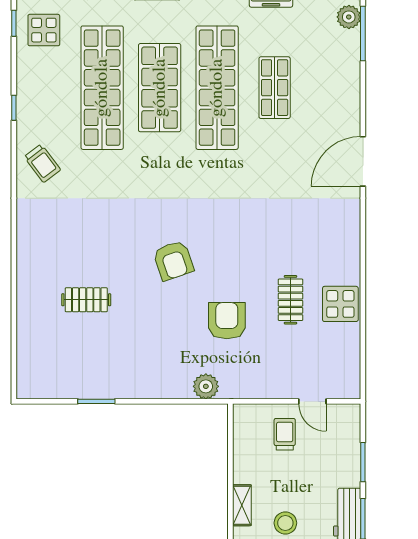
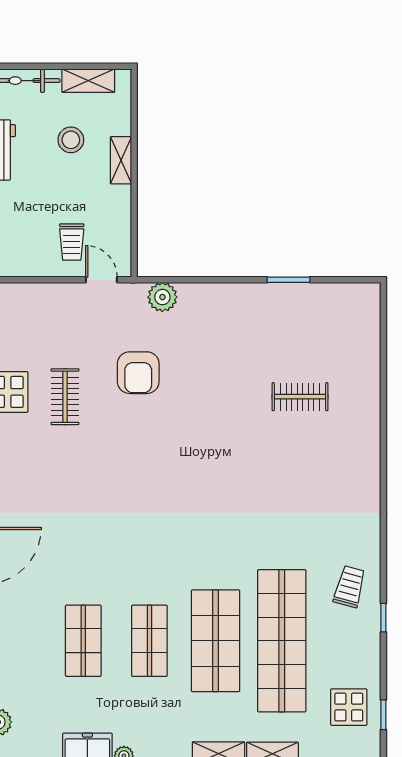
shop shelf: (217, 88) -> (149, 641), width x0.50, depth x0.74
trolley: (42, 163) -> (350, 587), moved, turned 52
armchair: (173, 260) -> (200, 442), removed
door: (312, 401) -> (101, 280), moved

